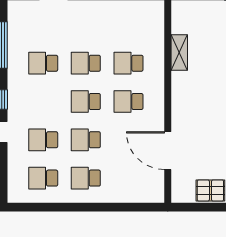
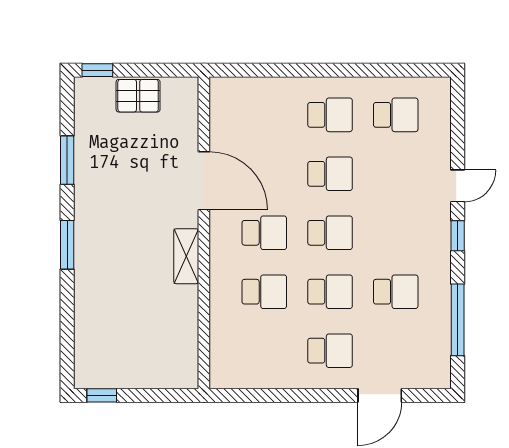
shelving: (179, 53) -> (186, 256), moved
school desk: (43, 140) -> (330, 351), moved
door: (168, 151) -> (204, 181), moved

